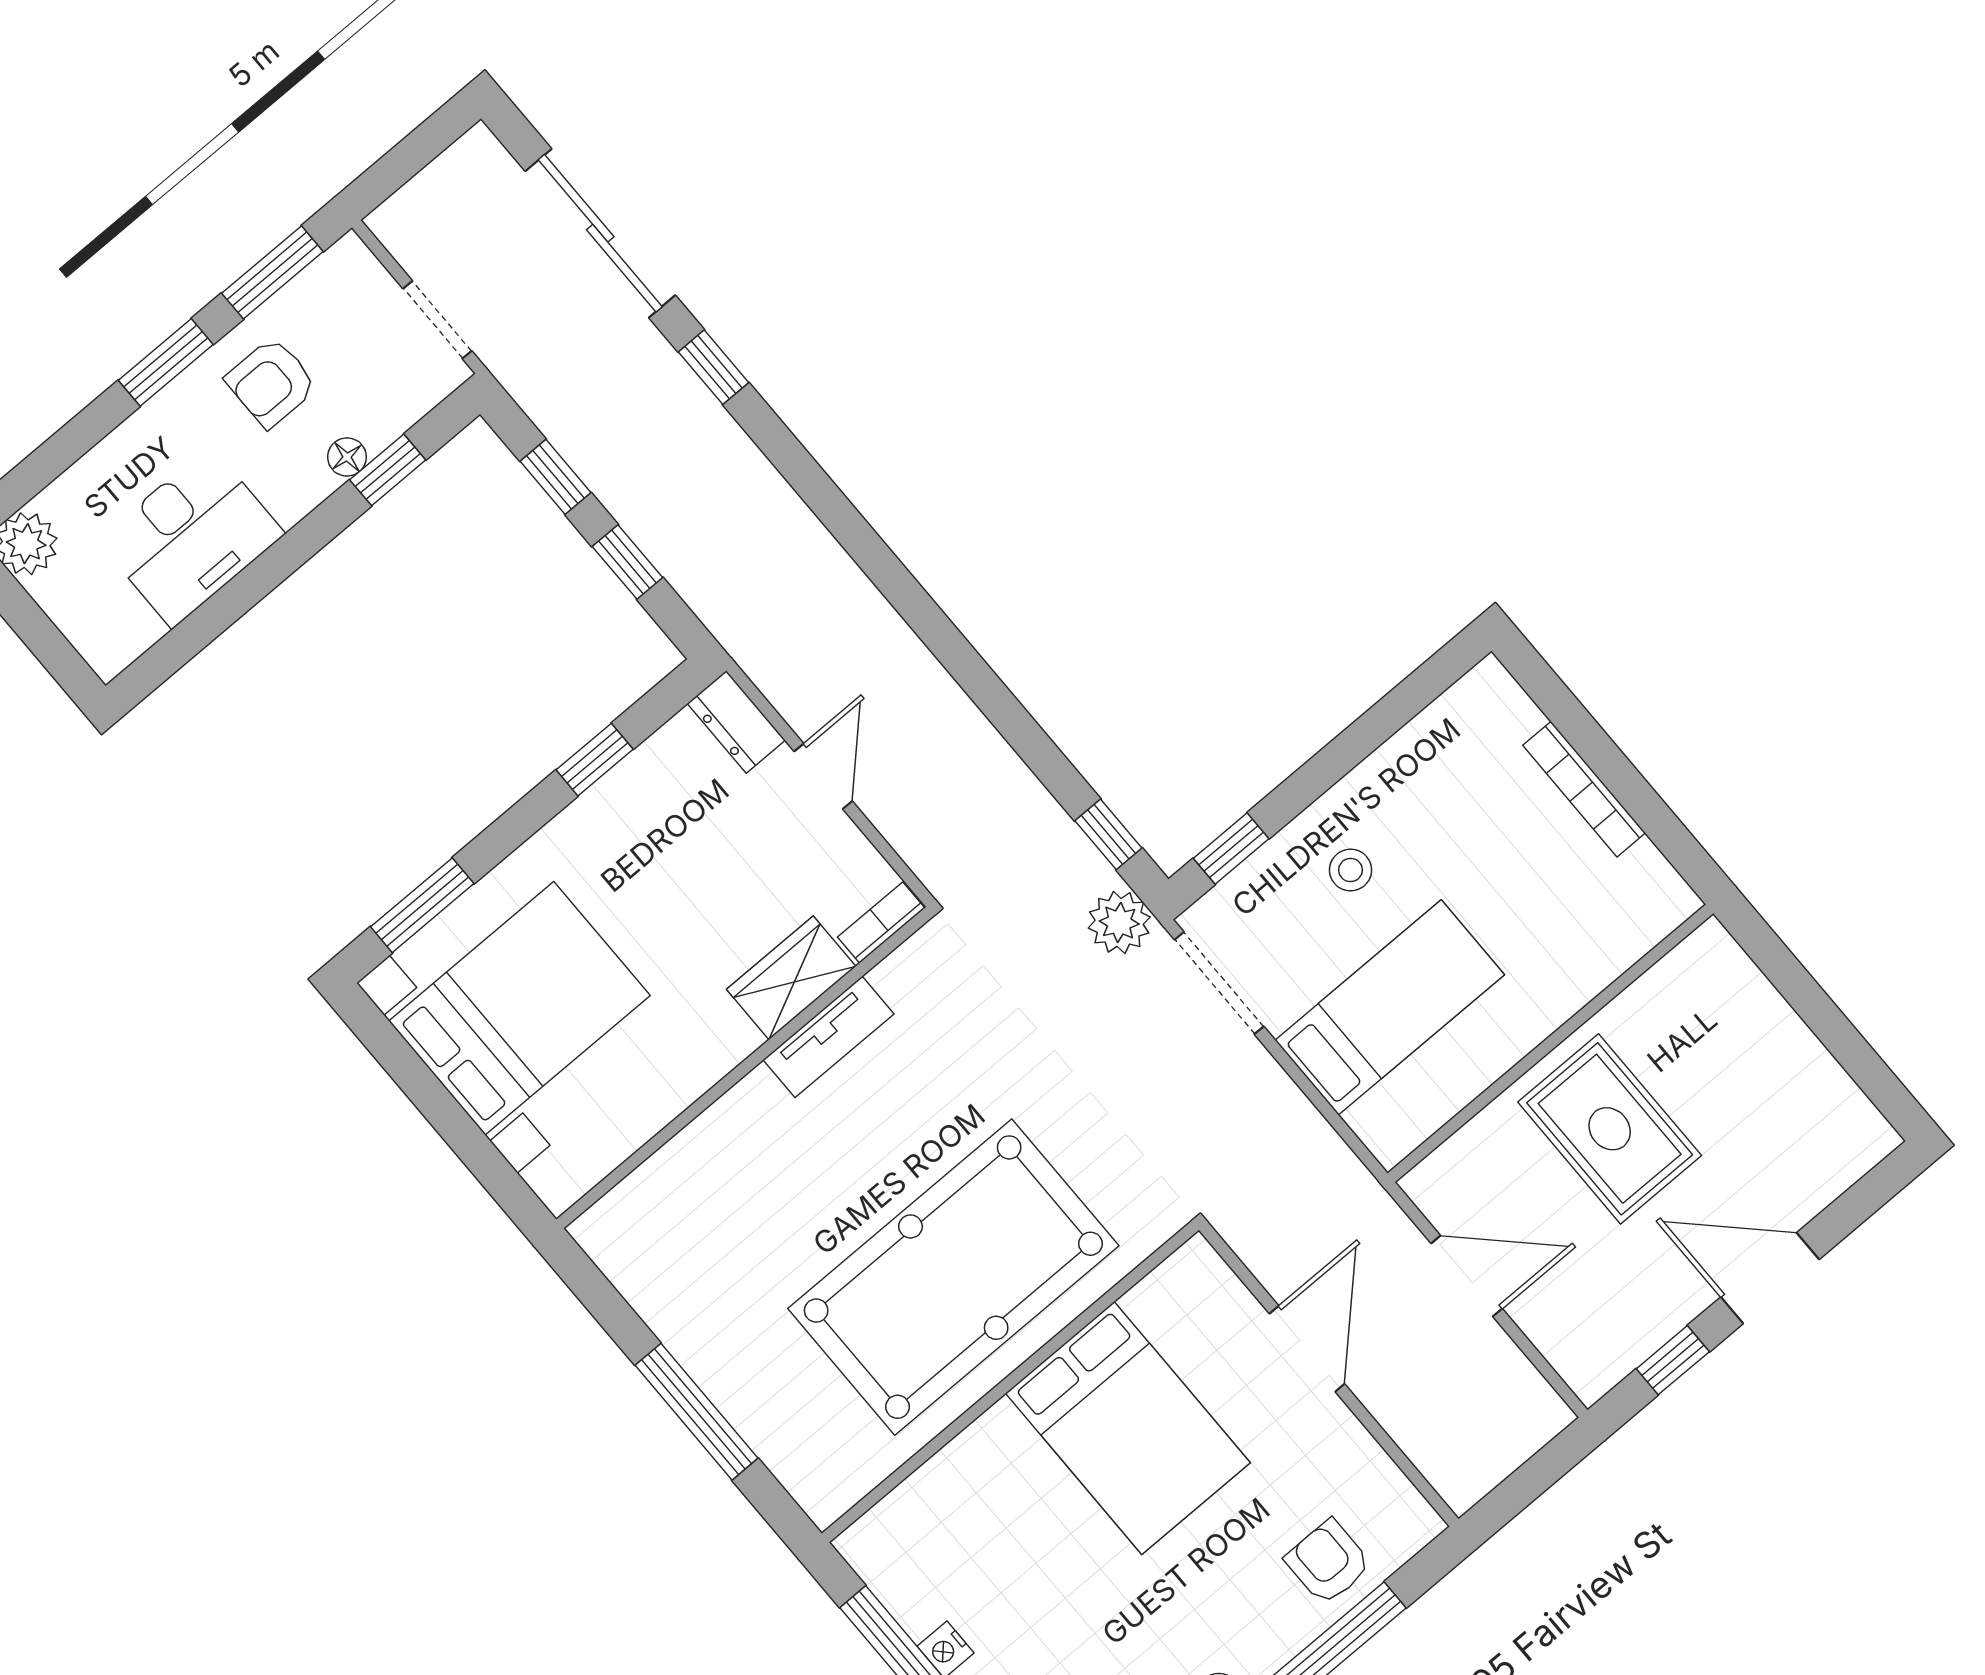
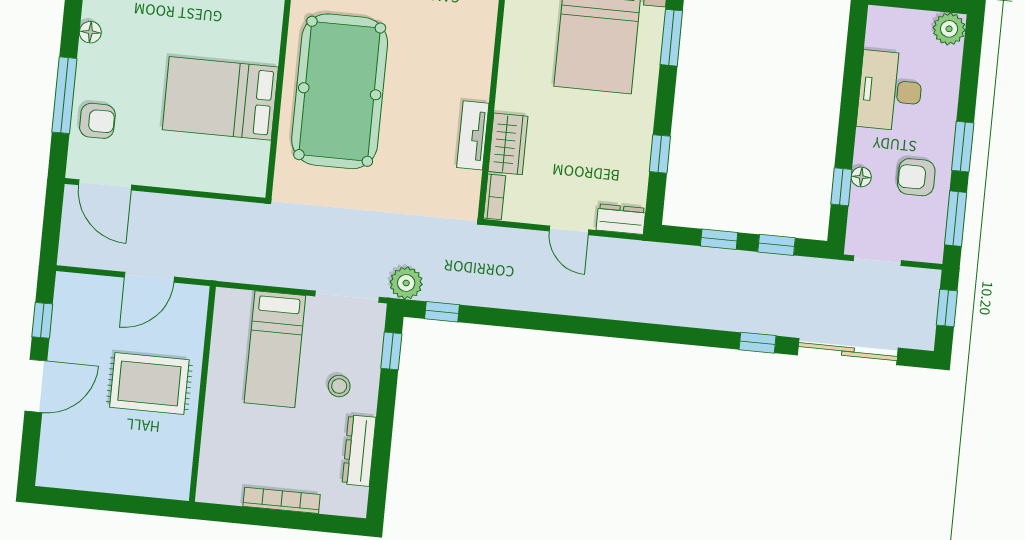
window: (405, 161) -> (947, 308), added
armchair: (271, 383) -> (916, 177), turned -90
dresser: (1410, 754) -> (359, 451), added
door: (1307, 1349) -> (105, 185), moved

